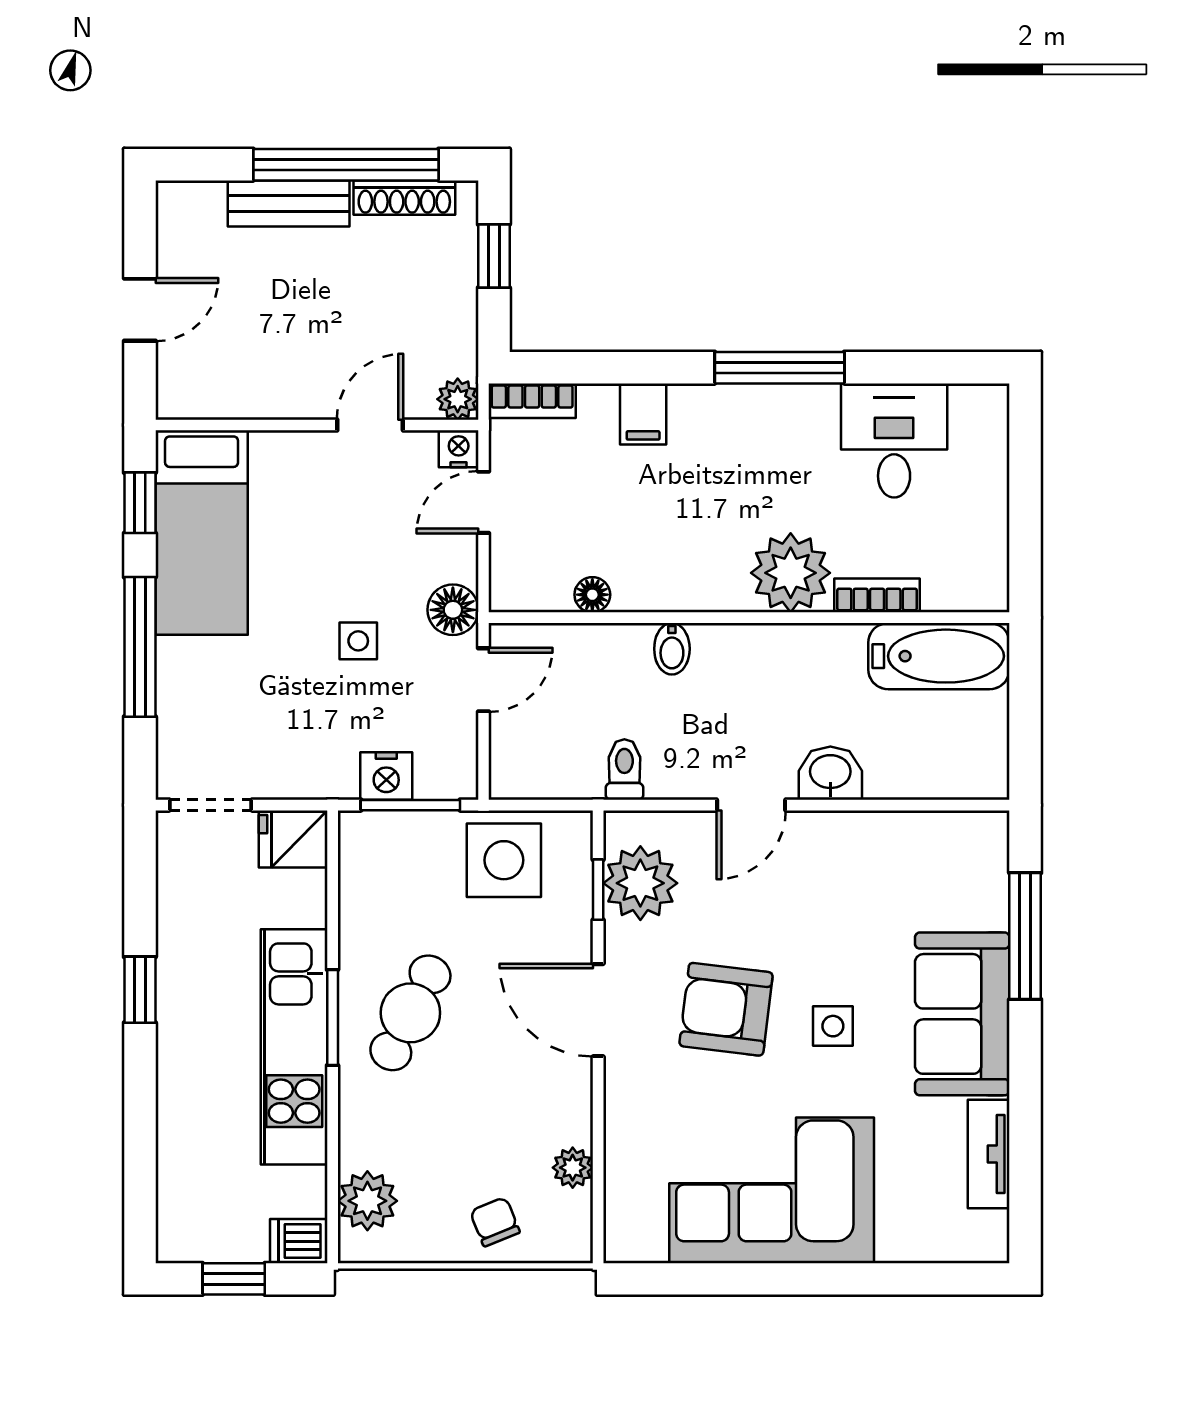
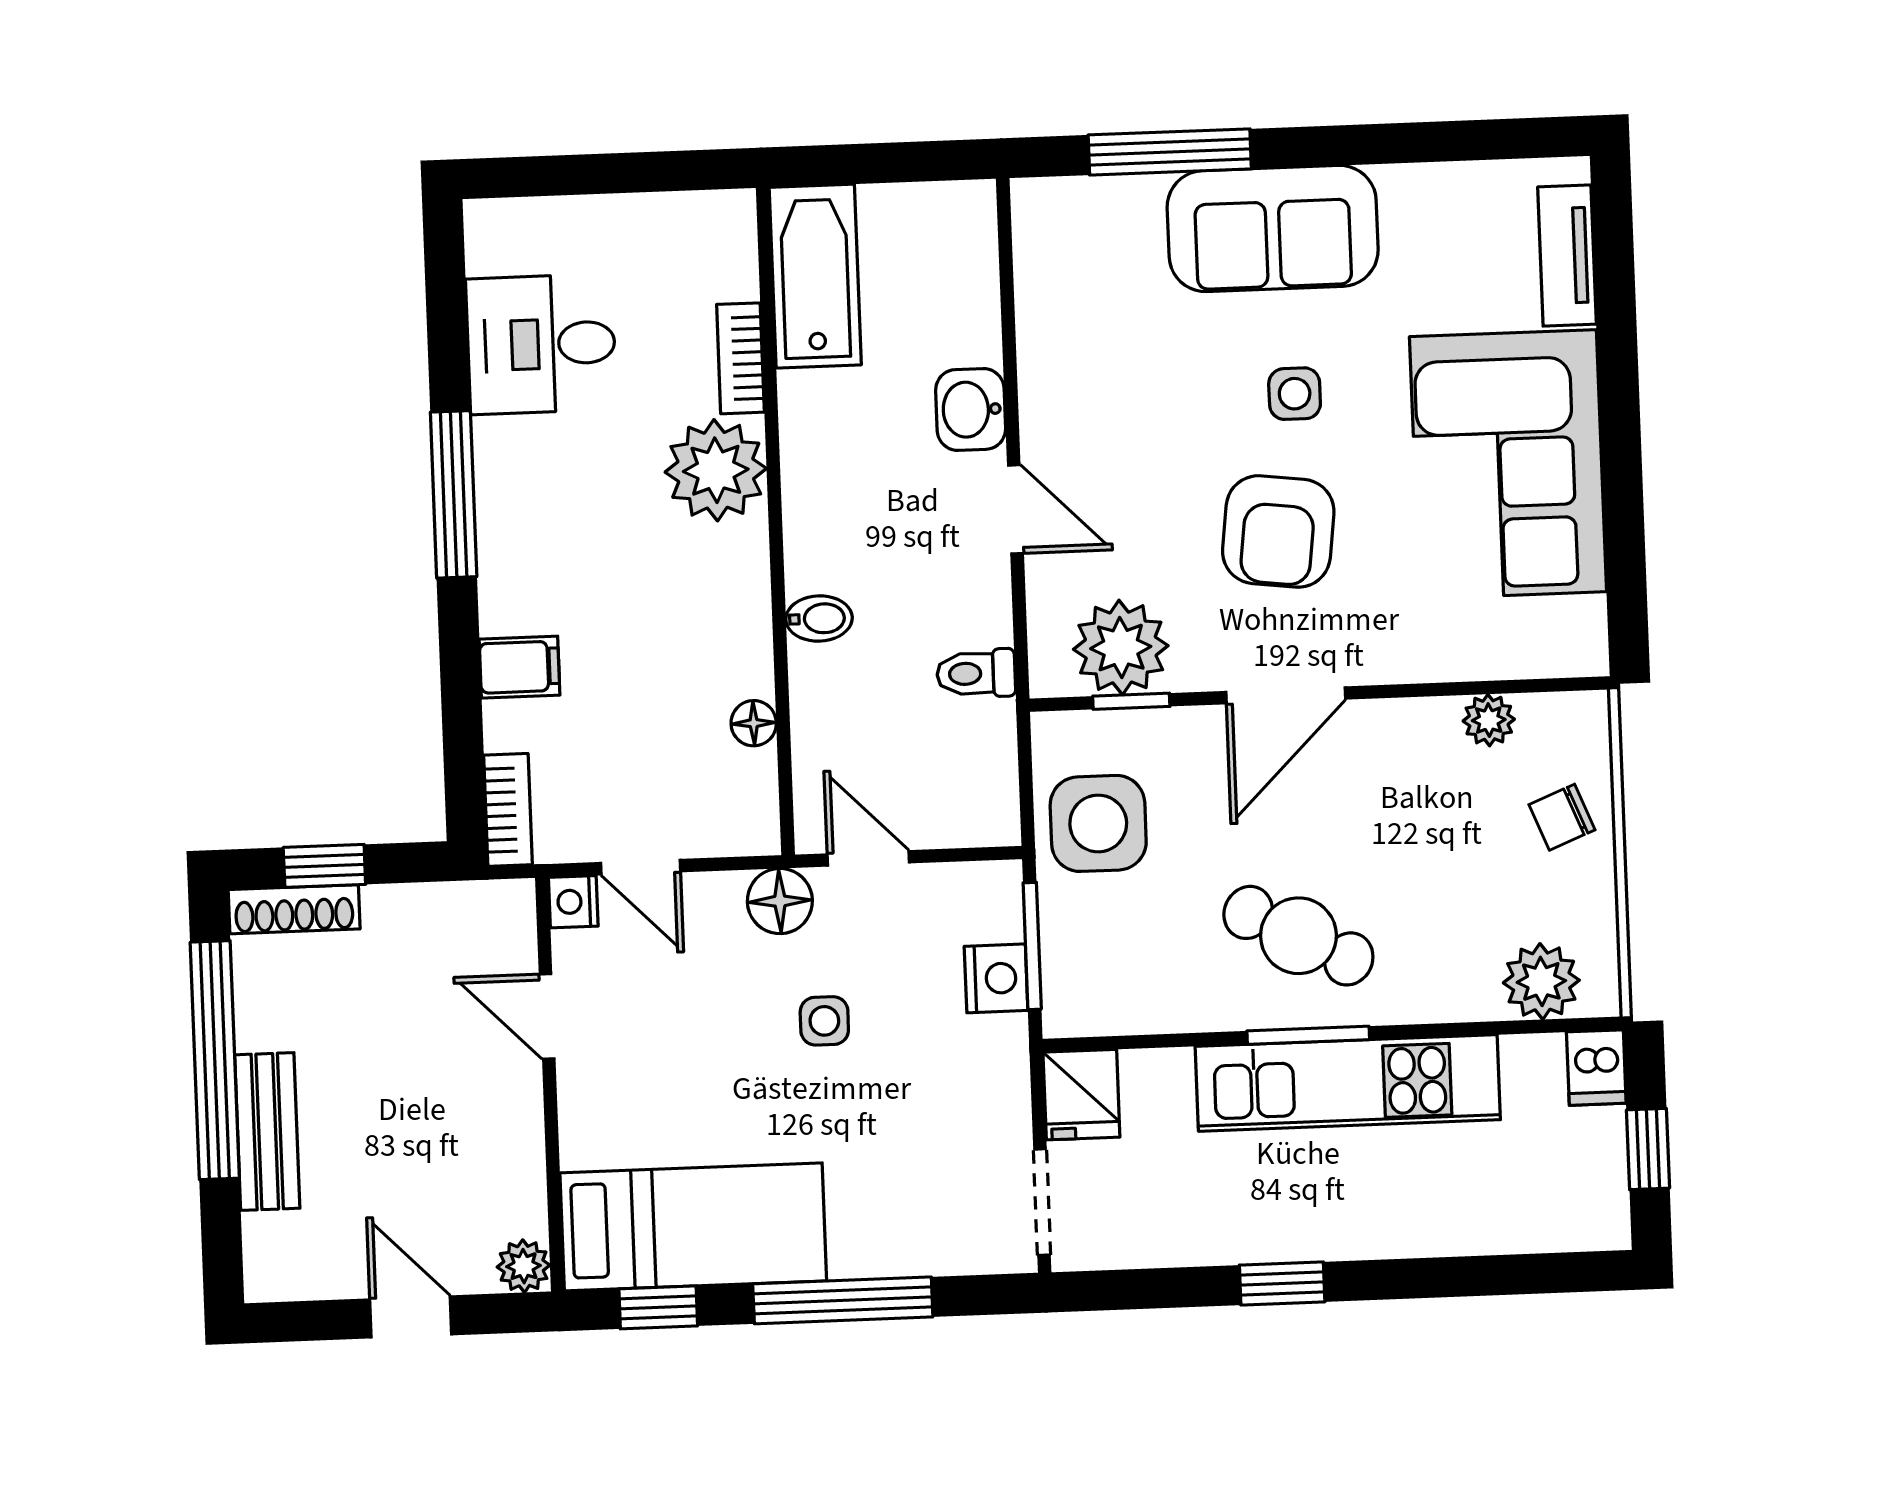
shoe rack: (404, 198) -> (294, 909), moved, turned 90
plant: (458, 399) -> (524, 1266), moved
tv unit: (989, 1154) -> (1567, 256), moved, turned 90

